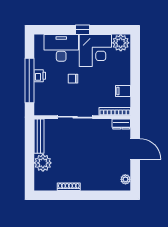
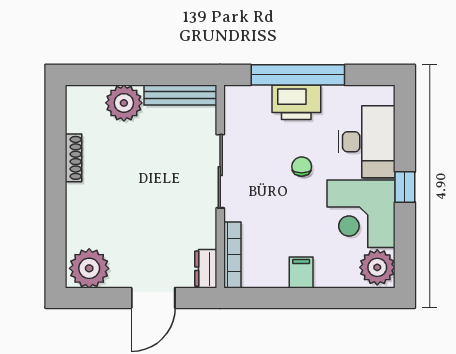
printer: (40, 76) -> (296, 102), width x1.87, depth x1.48
filing cabinet: (123, 91) -> (301, 272), moved
plant: (125, 179) -> (89, 268), width x1.87, depth x1.87

